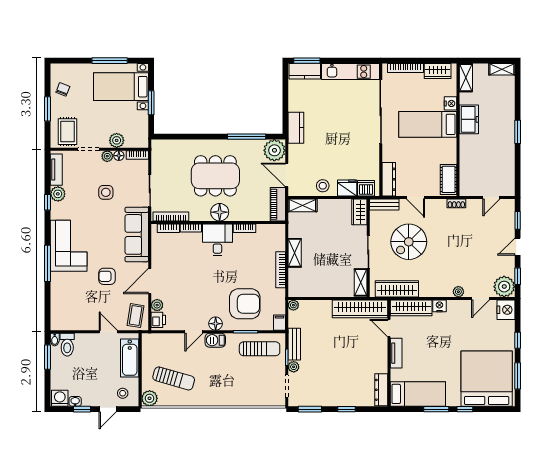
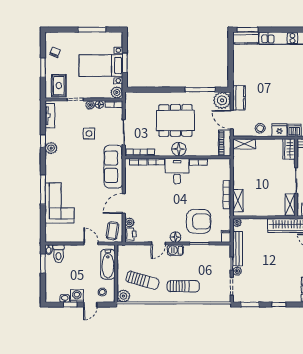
bed with nightstands: (121, 87) -> (101, 66), moved
kitchen counter: (296, 128) -> (239, 98), moved
plant: (117, 140) -> (117, 93), moved
plant: (58, 194) -> (51, 148), moved
corner sofa: (69, 246) -> (60, 203), moved
shelving: (295, 253) -> (238, 201), moved
armchair: (107, 276) -> (90, 200), removed
bench: (294, 344) -> (238, 249), width x1.36
sun lounger: (260, 349) -> (183, 286), moved
washing machine: (60, 398) -> (77, 296), moved

